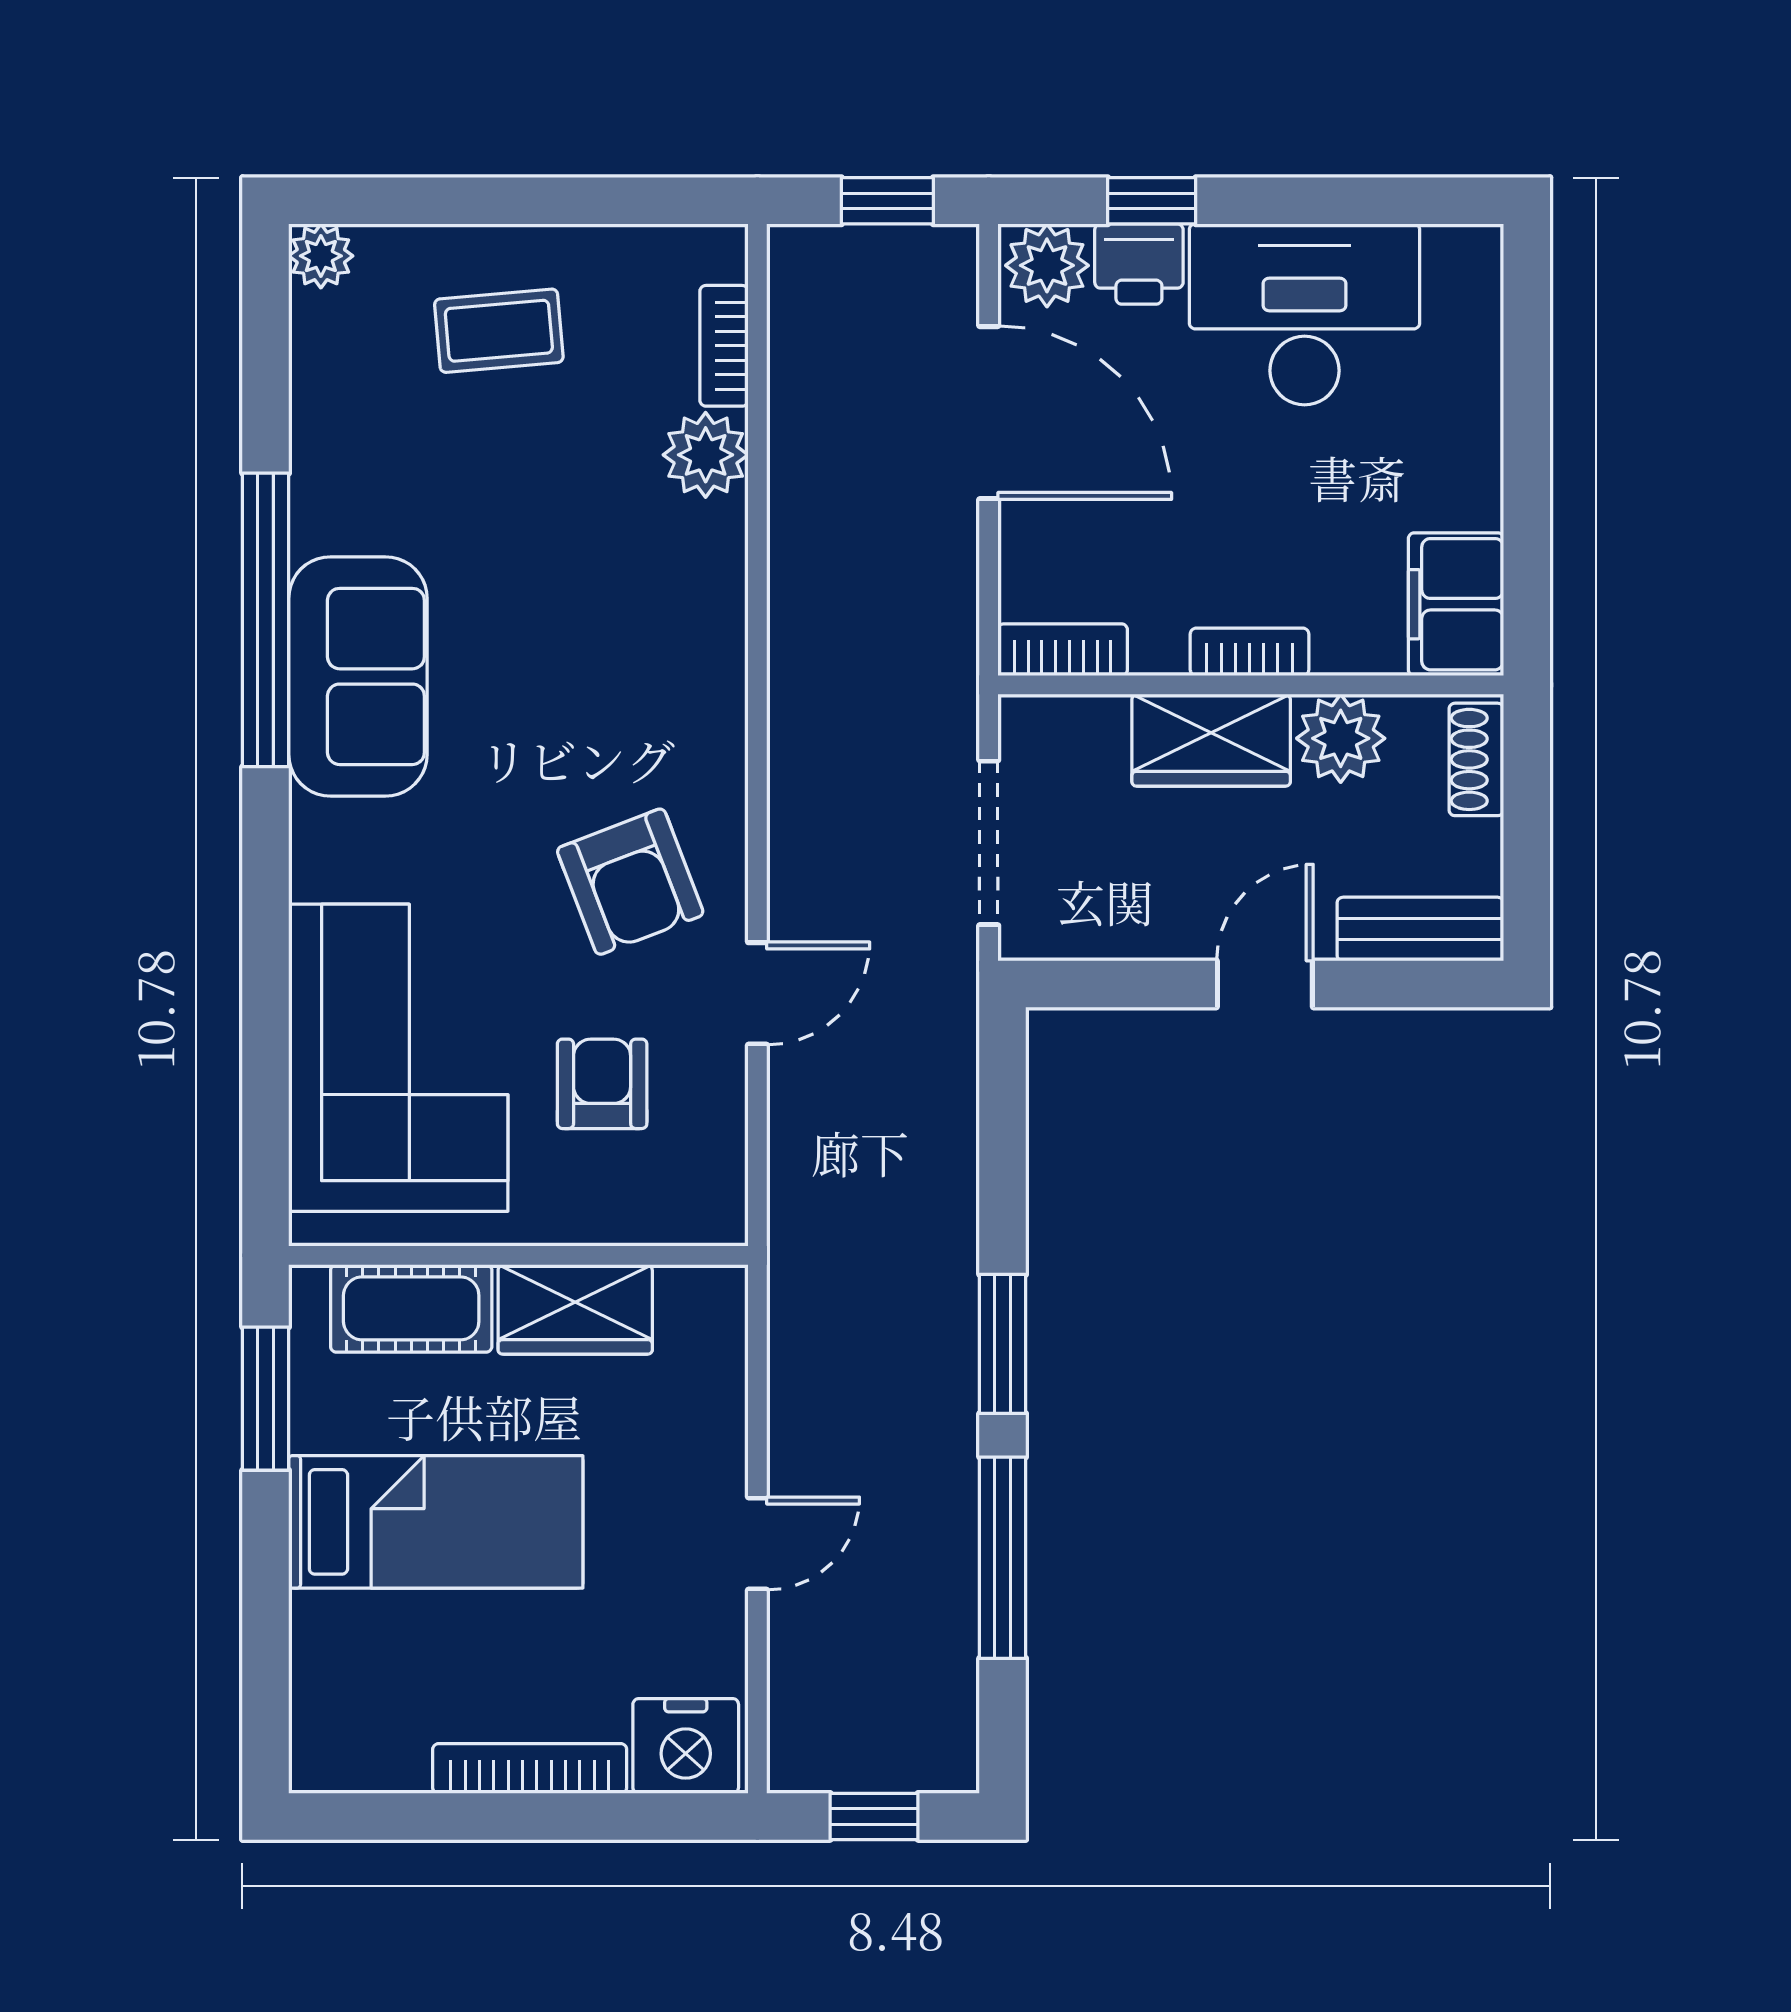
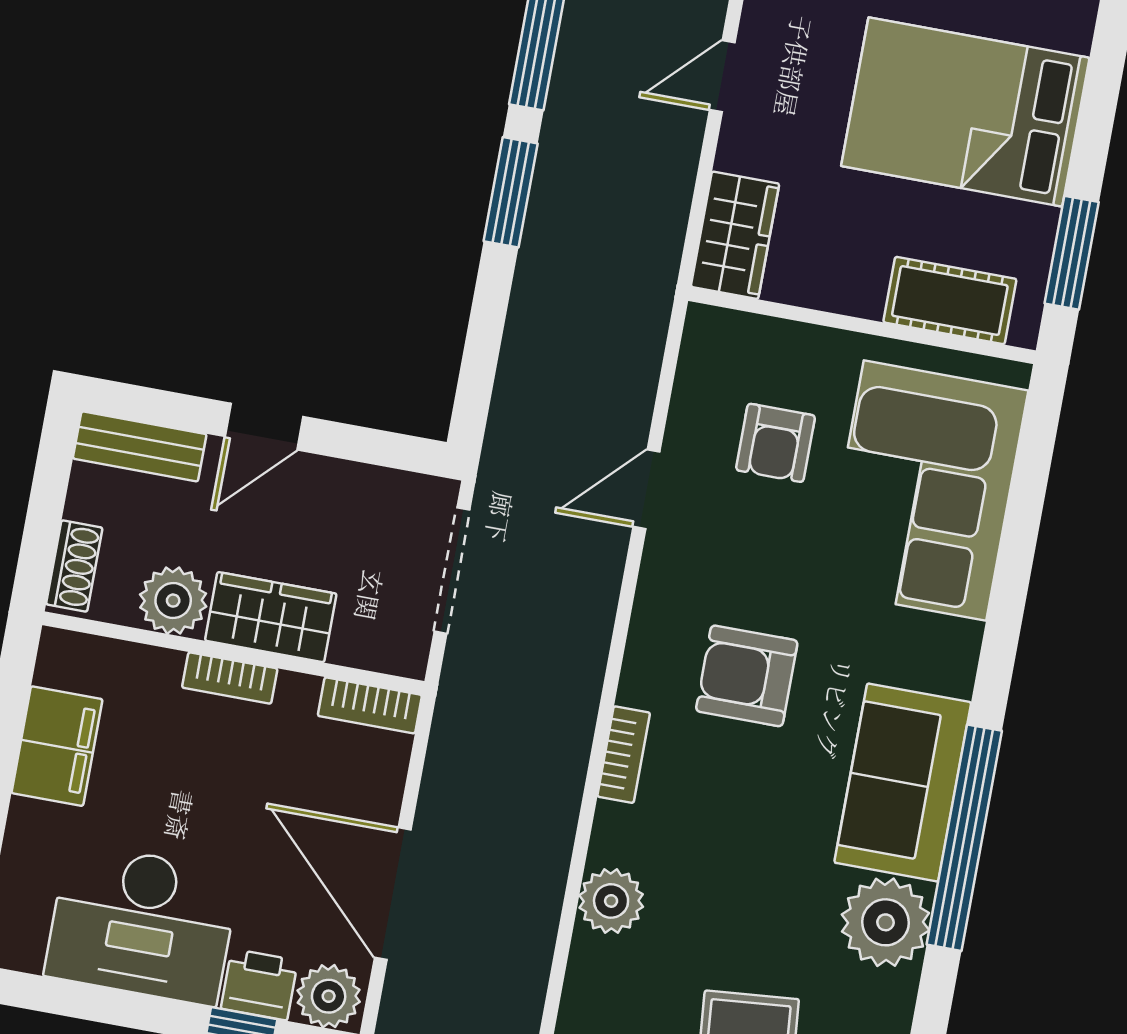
bookcase: (724, 346) -> (624, 755), moved
plant: (347, 492) -> (885, 922), added
filing cabinet: (1456, 604) -> (57, 746), moved
armchair: (630, 882) -> (747, 676), moved, turned -69
wardrobe: (575, 1309) -> (735, 235), moved, turned 90
bed: (436, 1522) -> (965, 112), width x1.50

